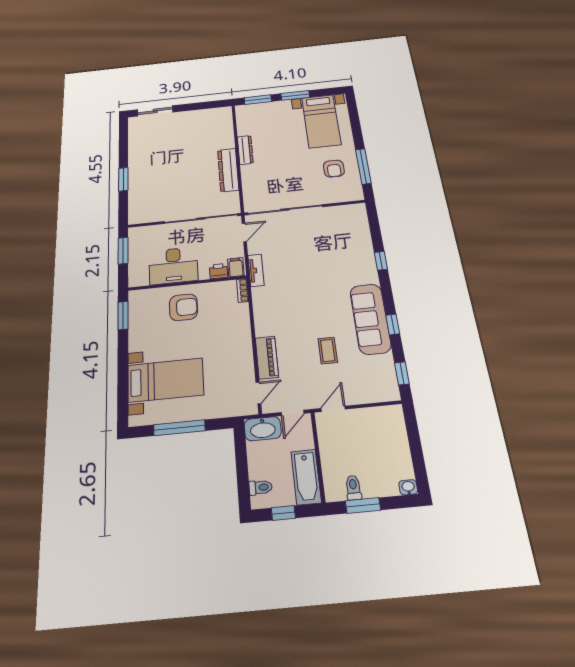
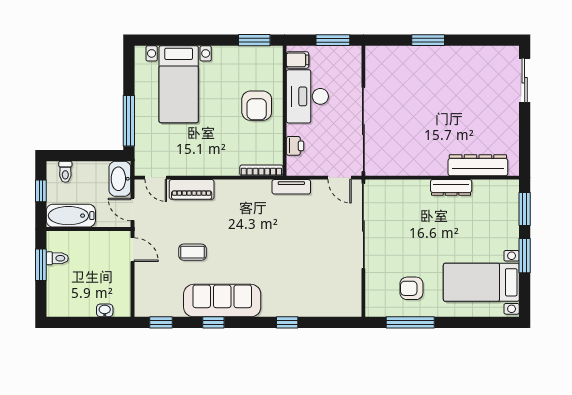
dresser: (228, 170) -> (478, 165), moved
filing cabinet: (236, 267) -> (297, 60), moved
bookcase: (243, 290) -> (261, 170), width x1.56
window: (179, 428) -> (129, 121), moved
washbasin: (408, 487) -> (105, 310), moved, turned -90

